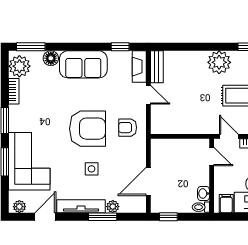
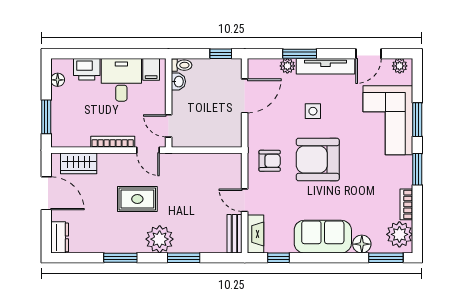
window: (199, 47) -> (184, 258), added

